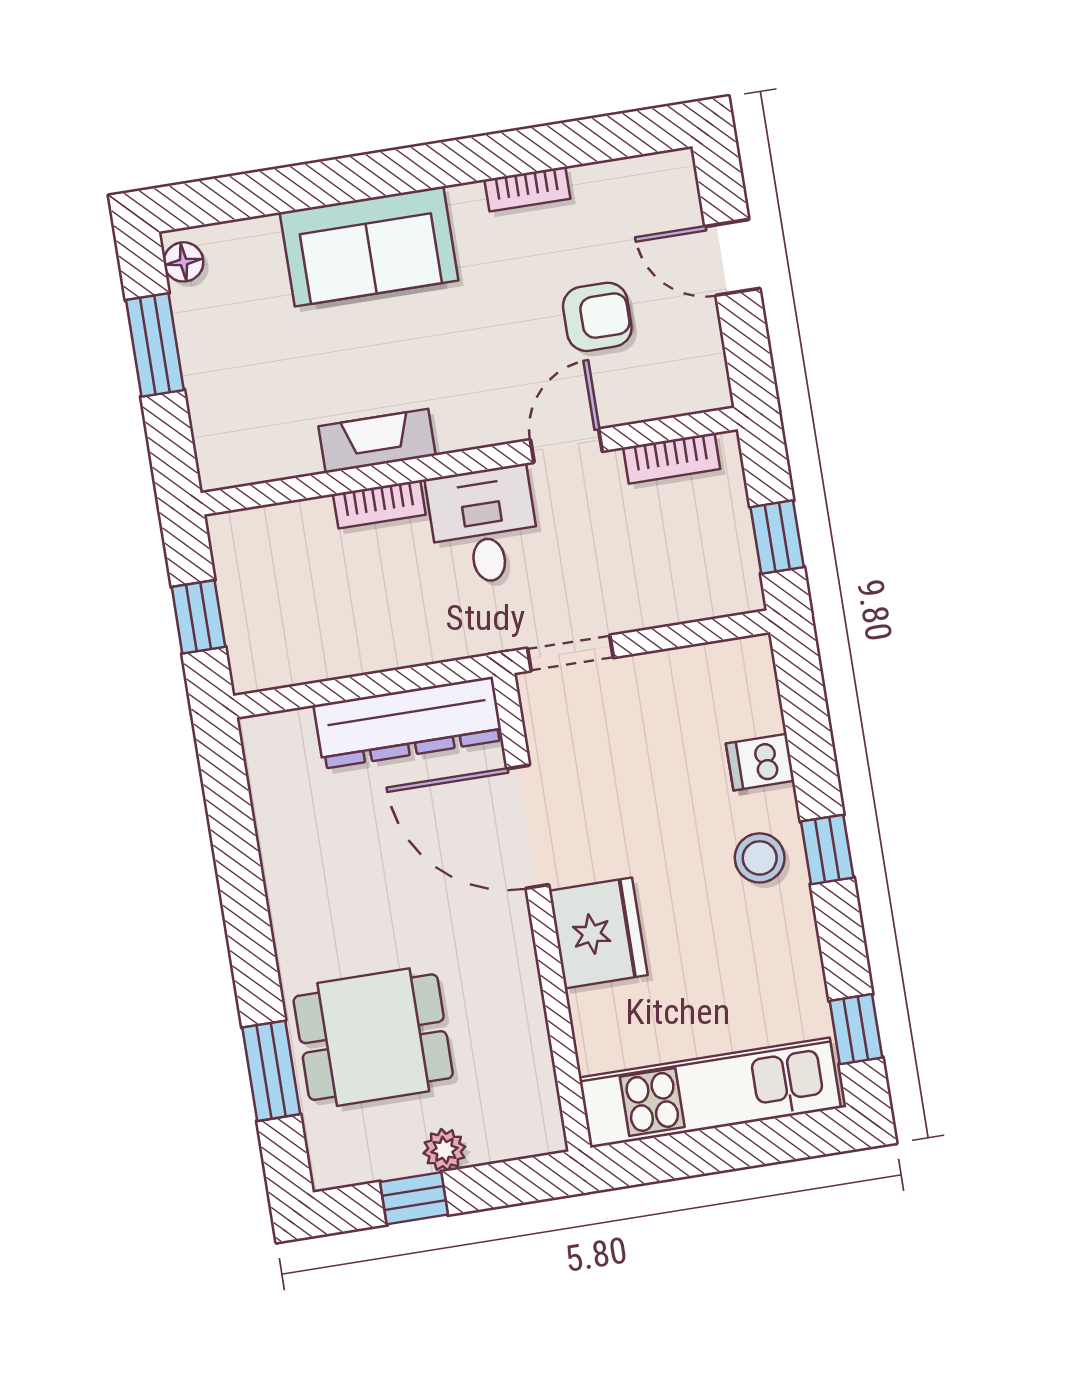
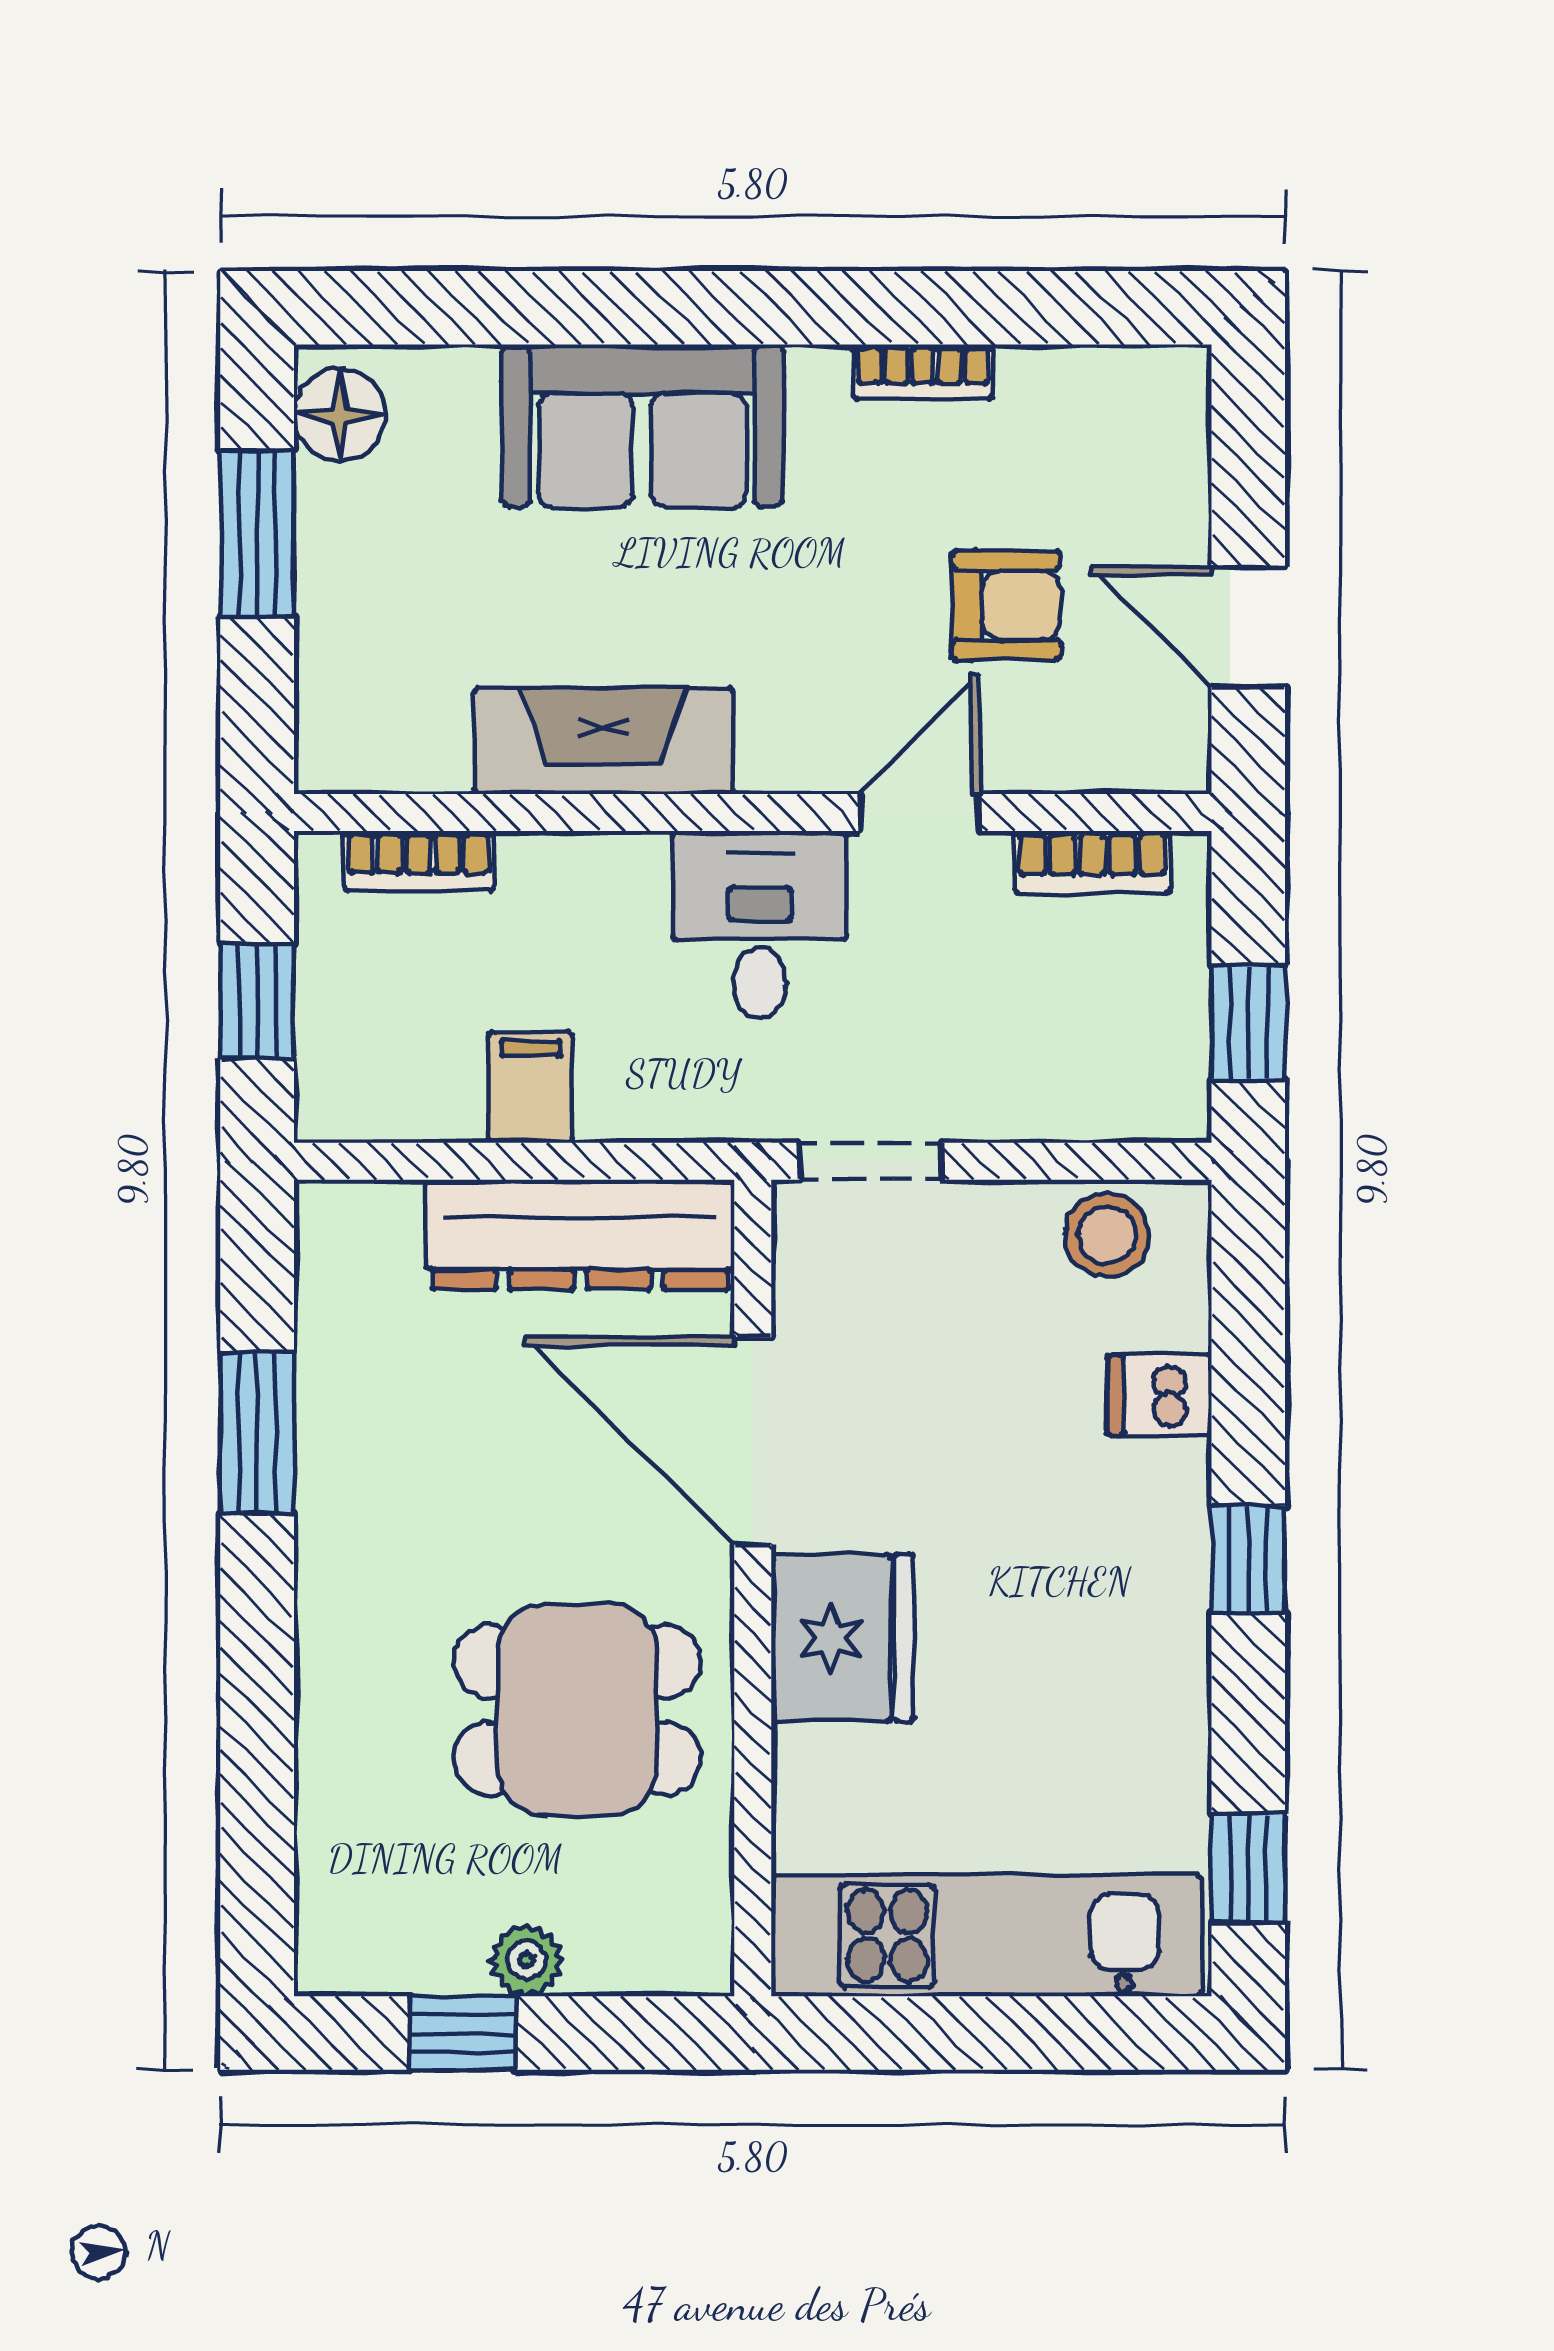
door: (732, 257) -> (1248, 627), moved
floor lamp: (184, 262) -> (340, 415), width x1.37, depth x1.37
fireplace: (377, 441) -> (604, 741), width x1.37, depth x1.32
bookcase: (379, 504) -> (419, 861), moved
filing cabinet: (366, 642) -> (531, 1087), added
stool: (760, 858) -> (1107, 1235), moved
dining table: (373, 1037) -> (577, 1710), moved
window: (271, 1071) -> (257, 1433), moved

